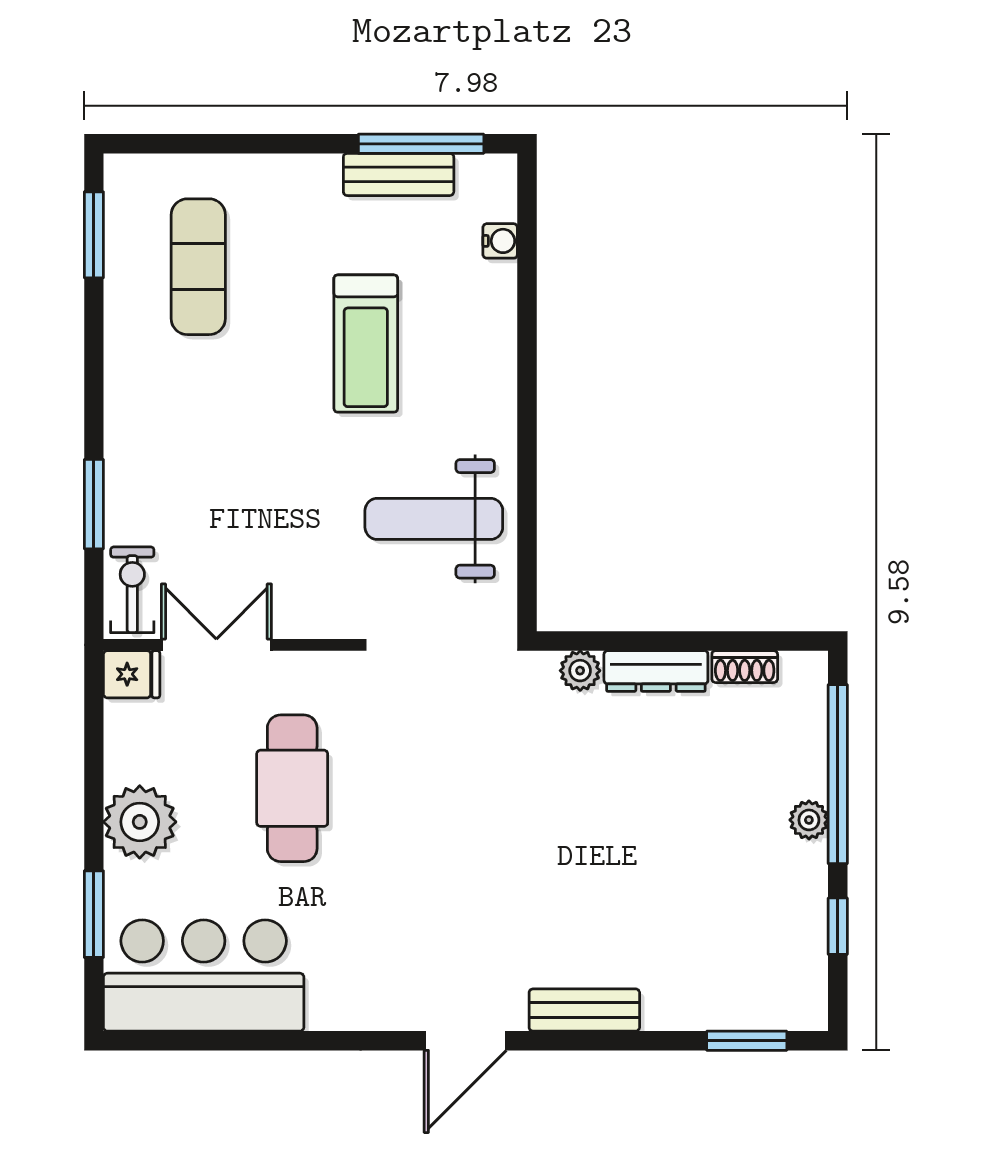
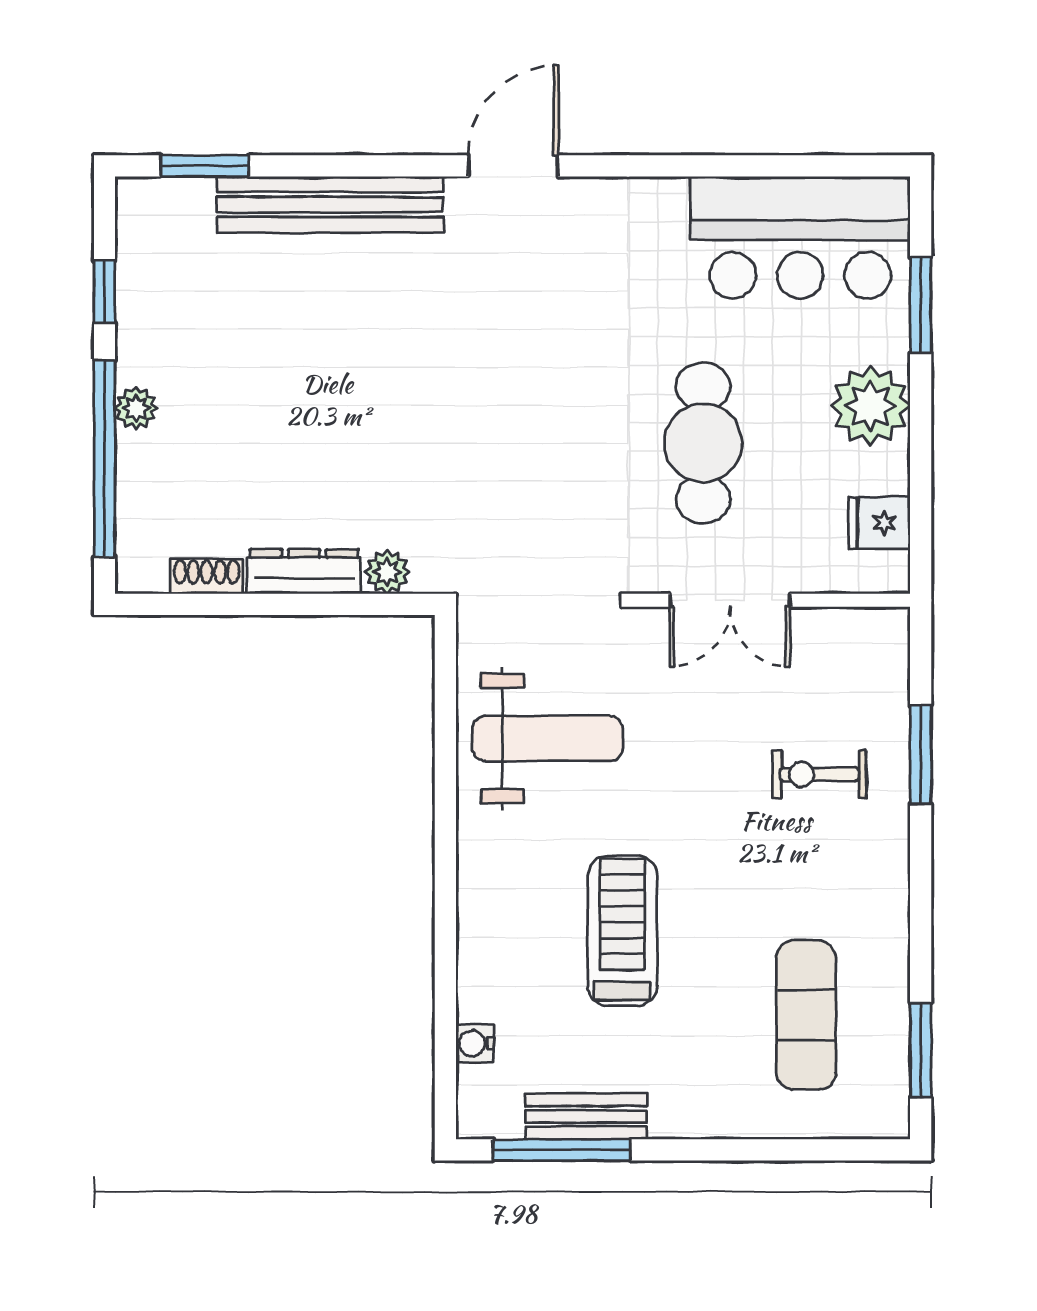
exercise bike: (132, 590) -> (819, 774), moved, turned 90
double door: (216, 645) -> (730, 600), moved
fridge: (132, 674) -> (879, 523), moved
bench: (584, 1010) -> (330, 205), width x1.86, depth x1.21

